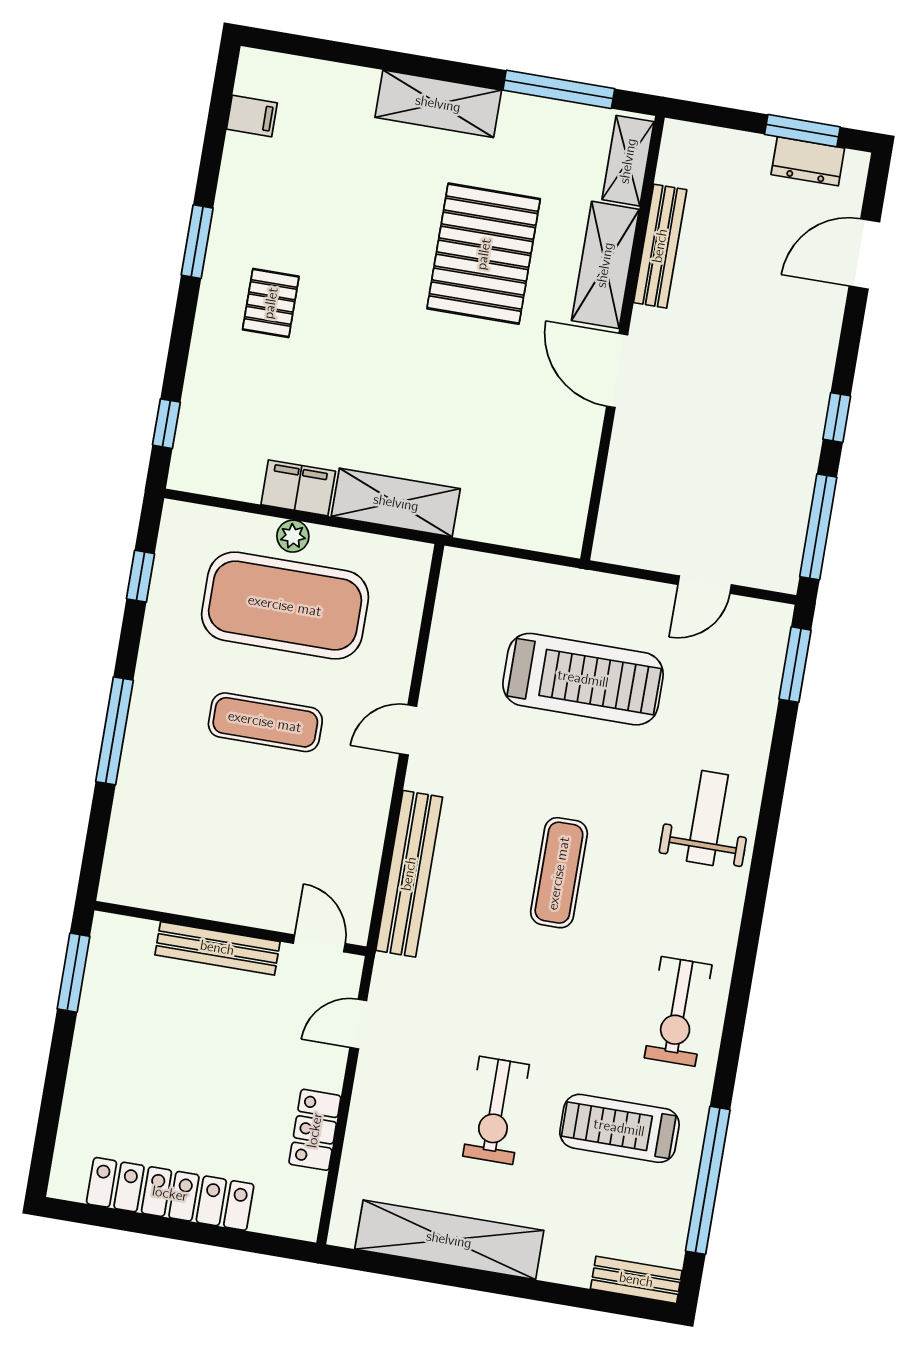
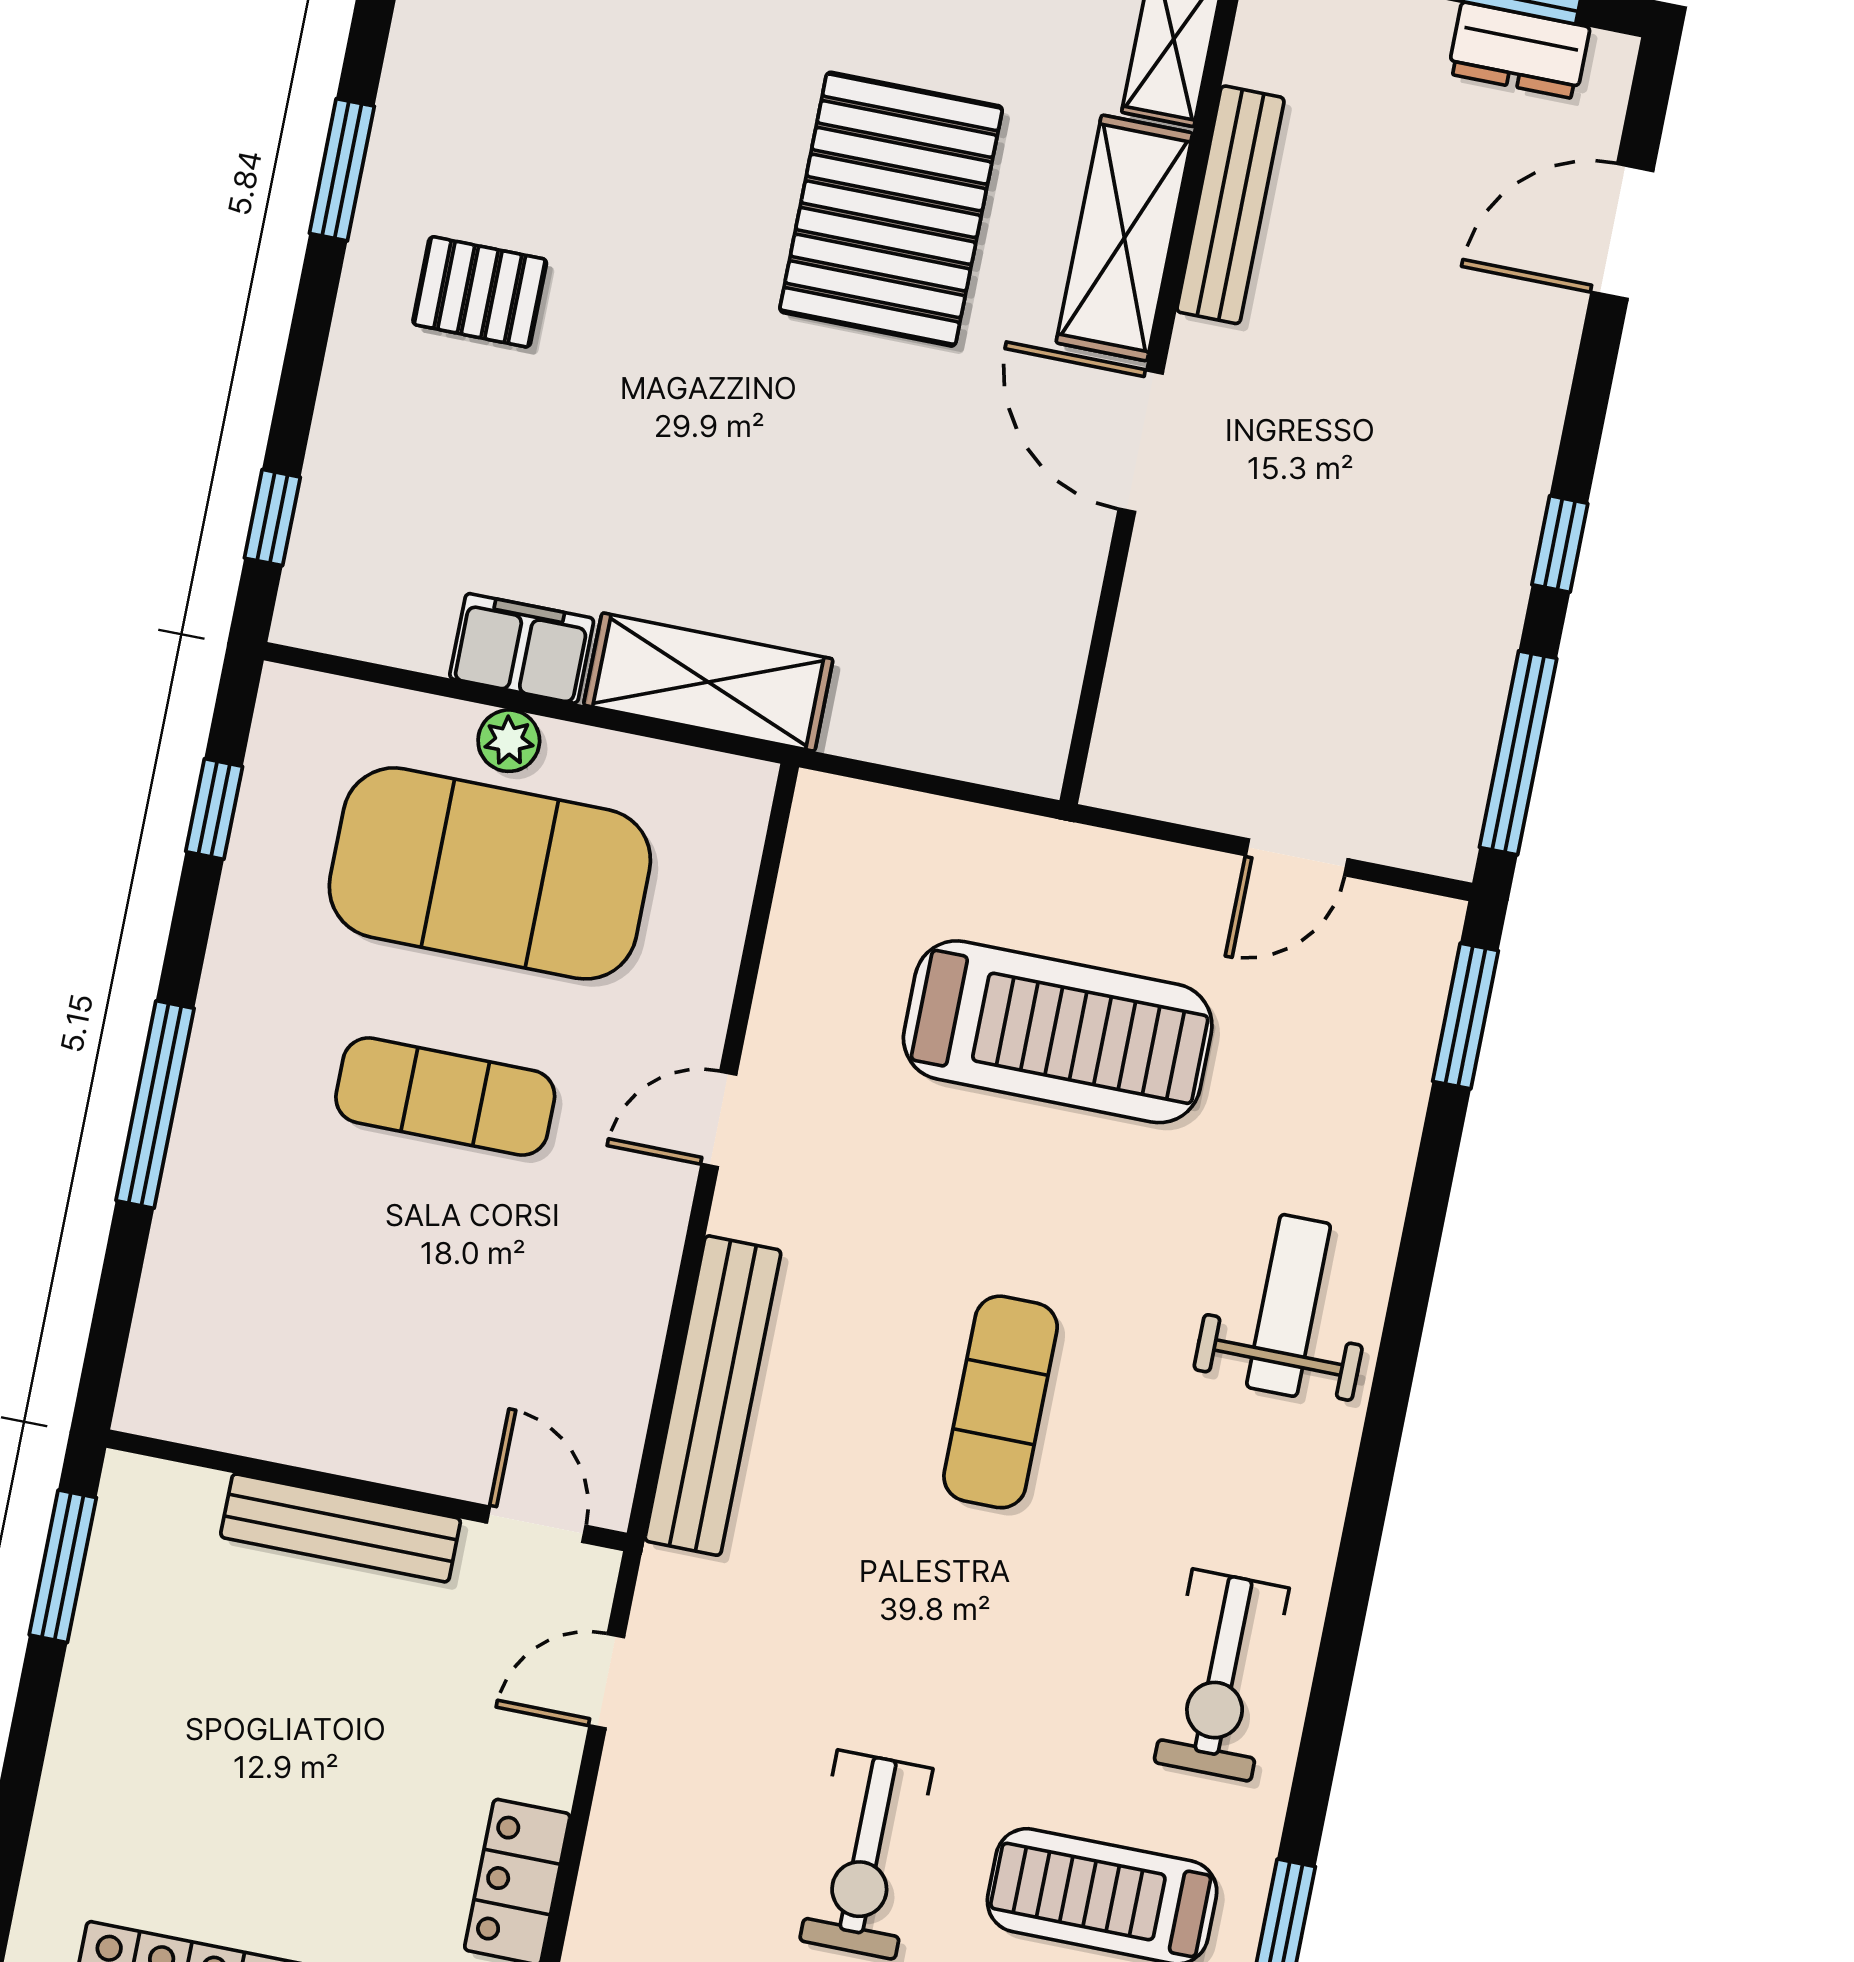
pallet: (271, 303) -> (480, 292), turned 90

